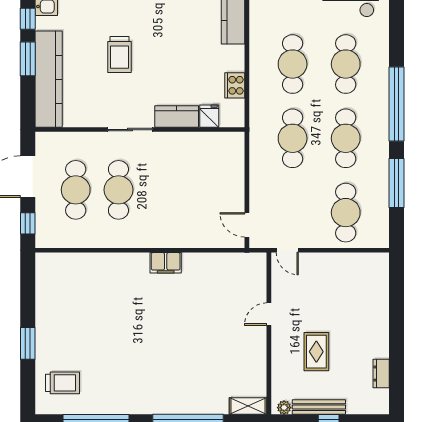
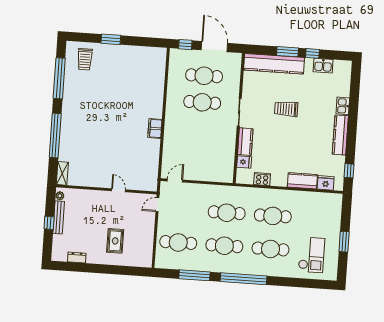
rug: (316, 352) -> (115, 241), moved, turned 90

